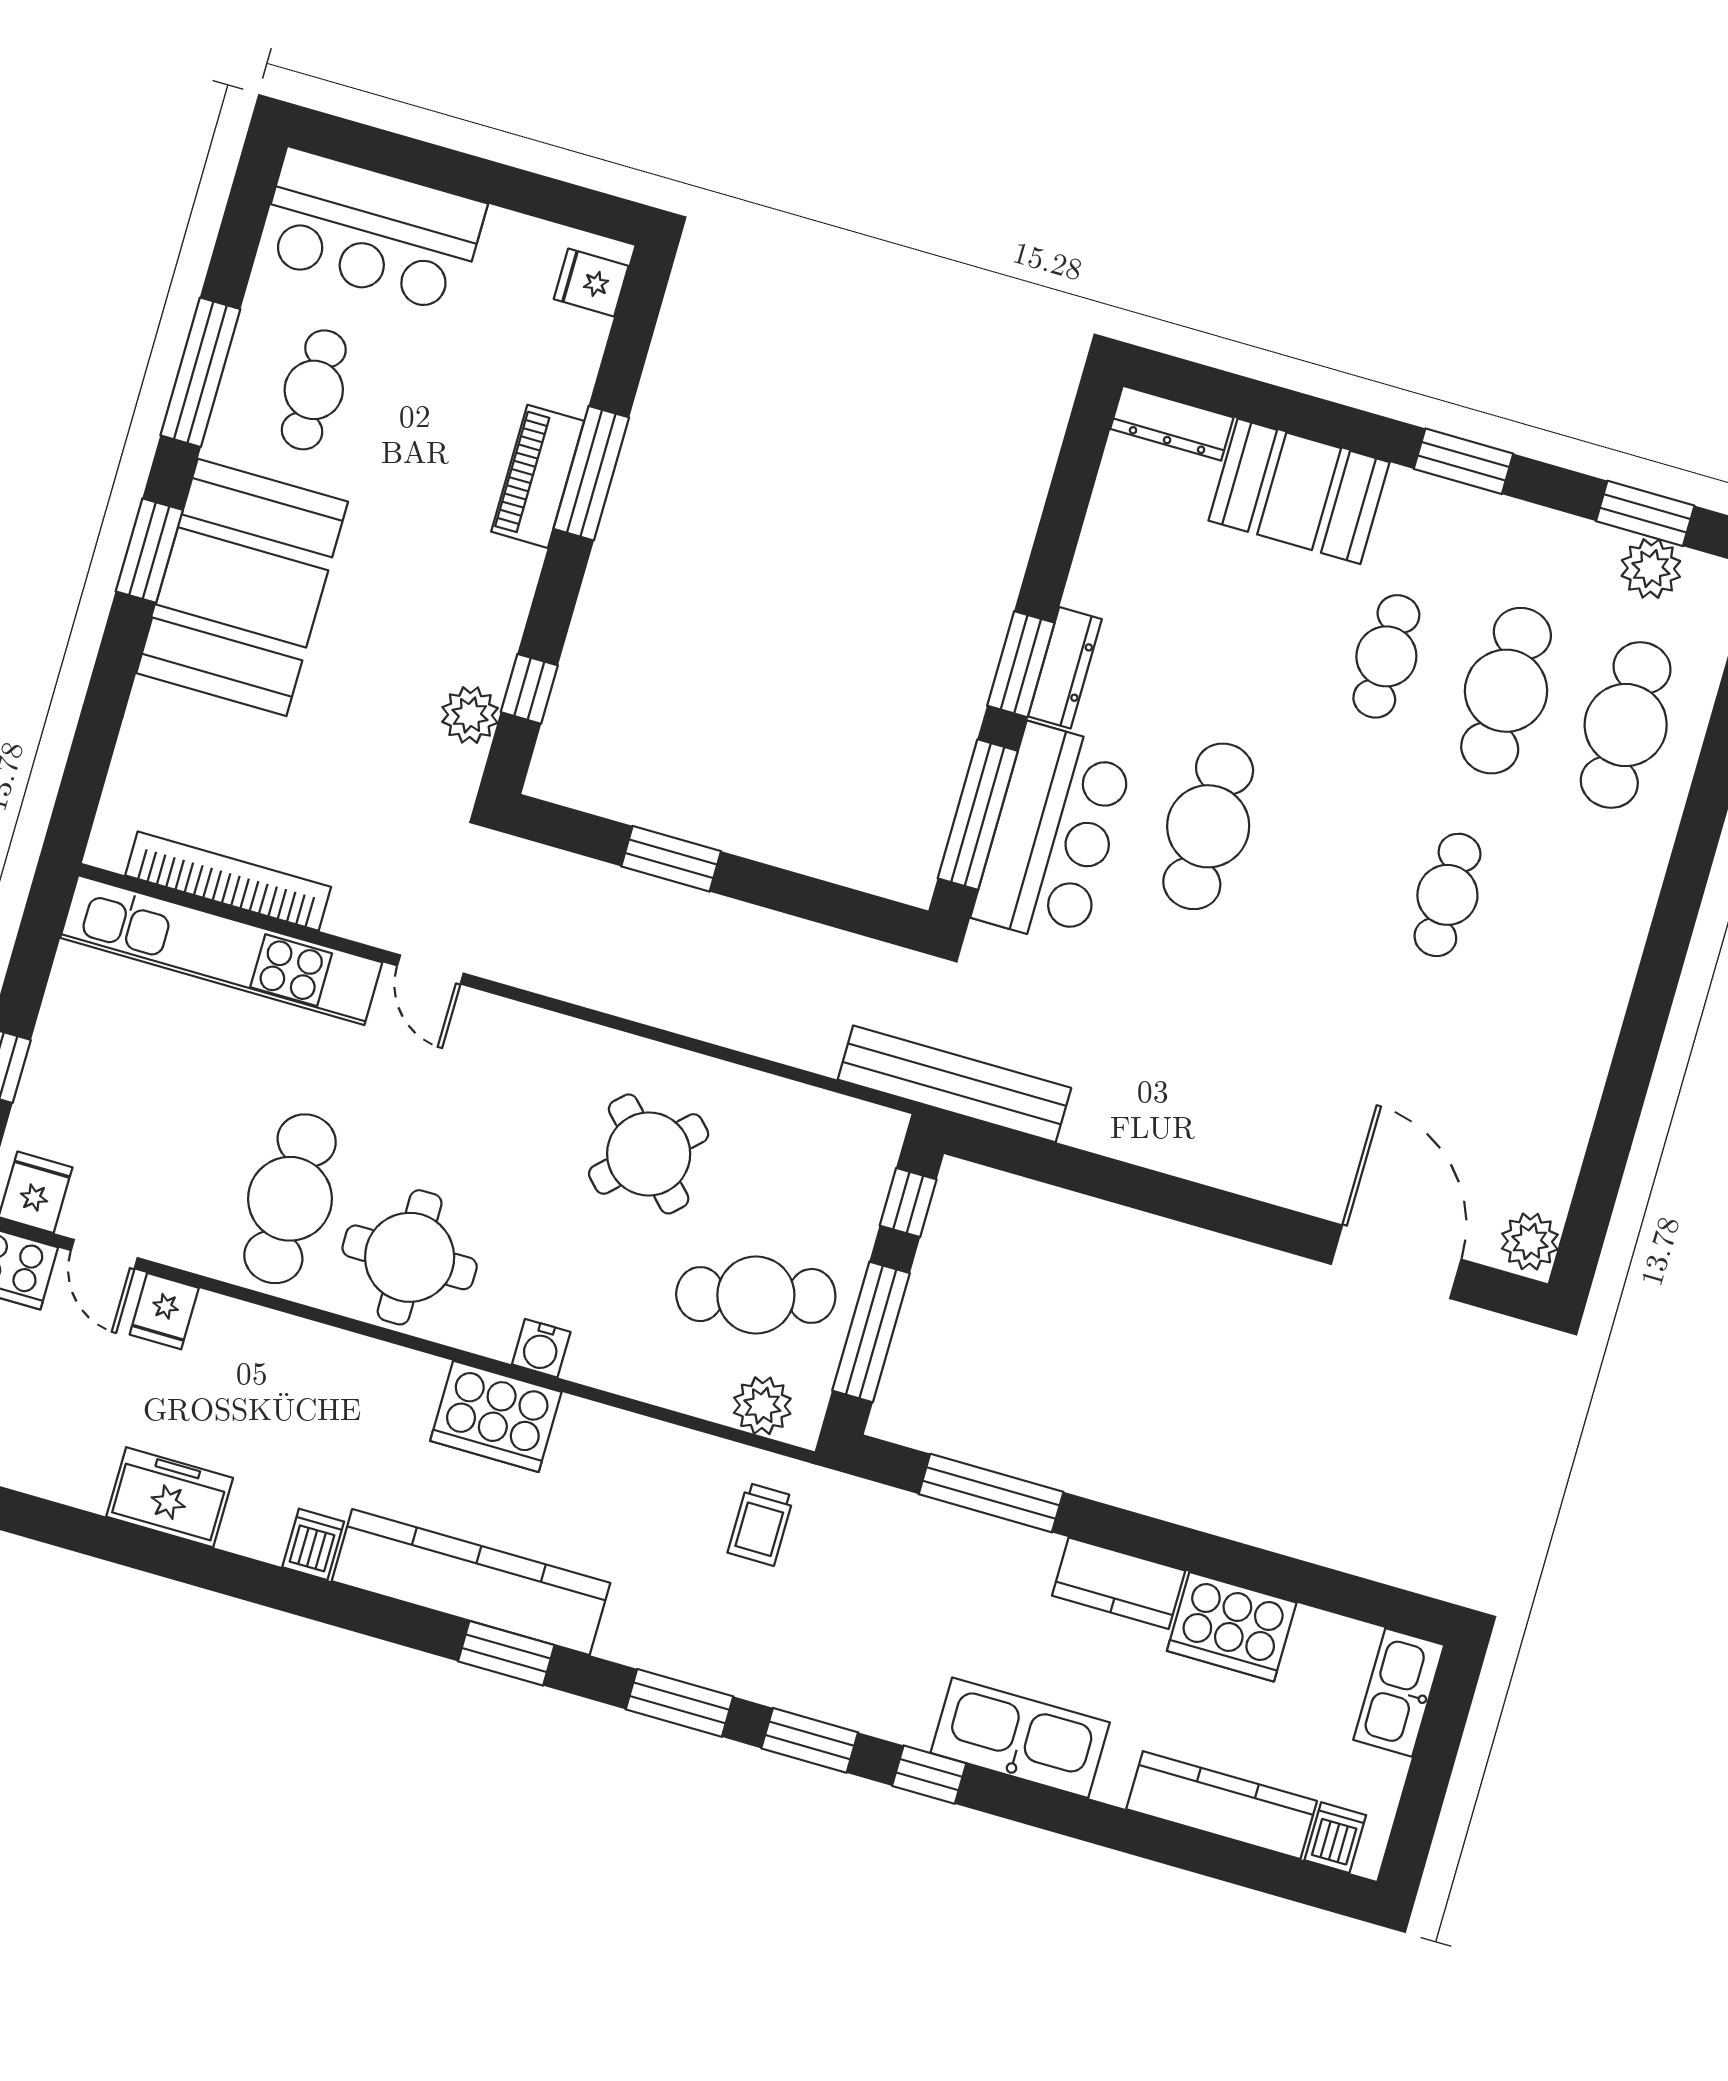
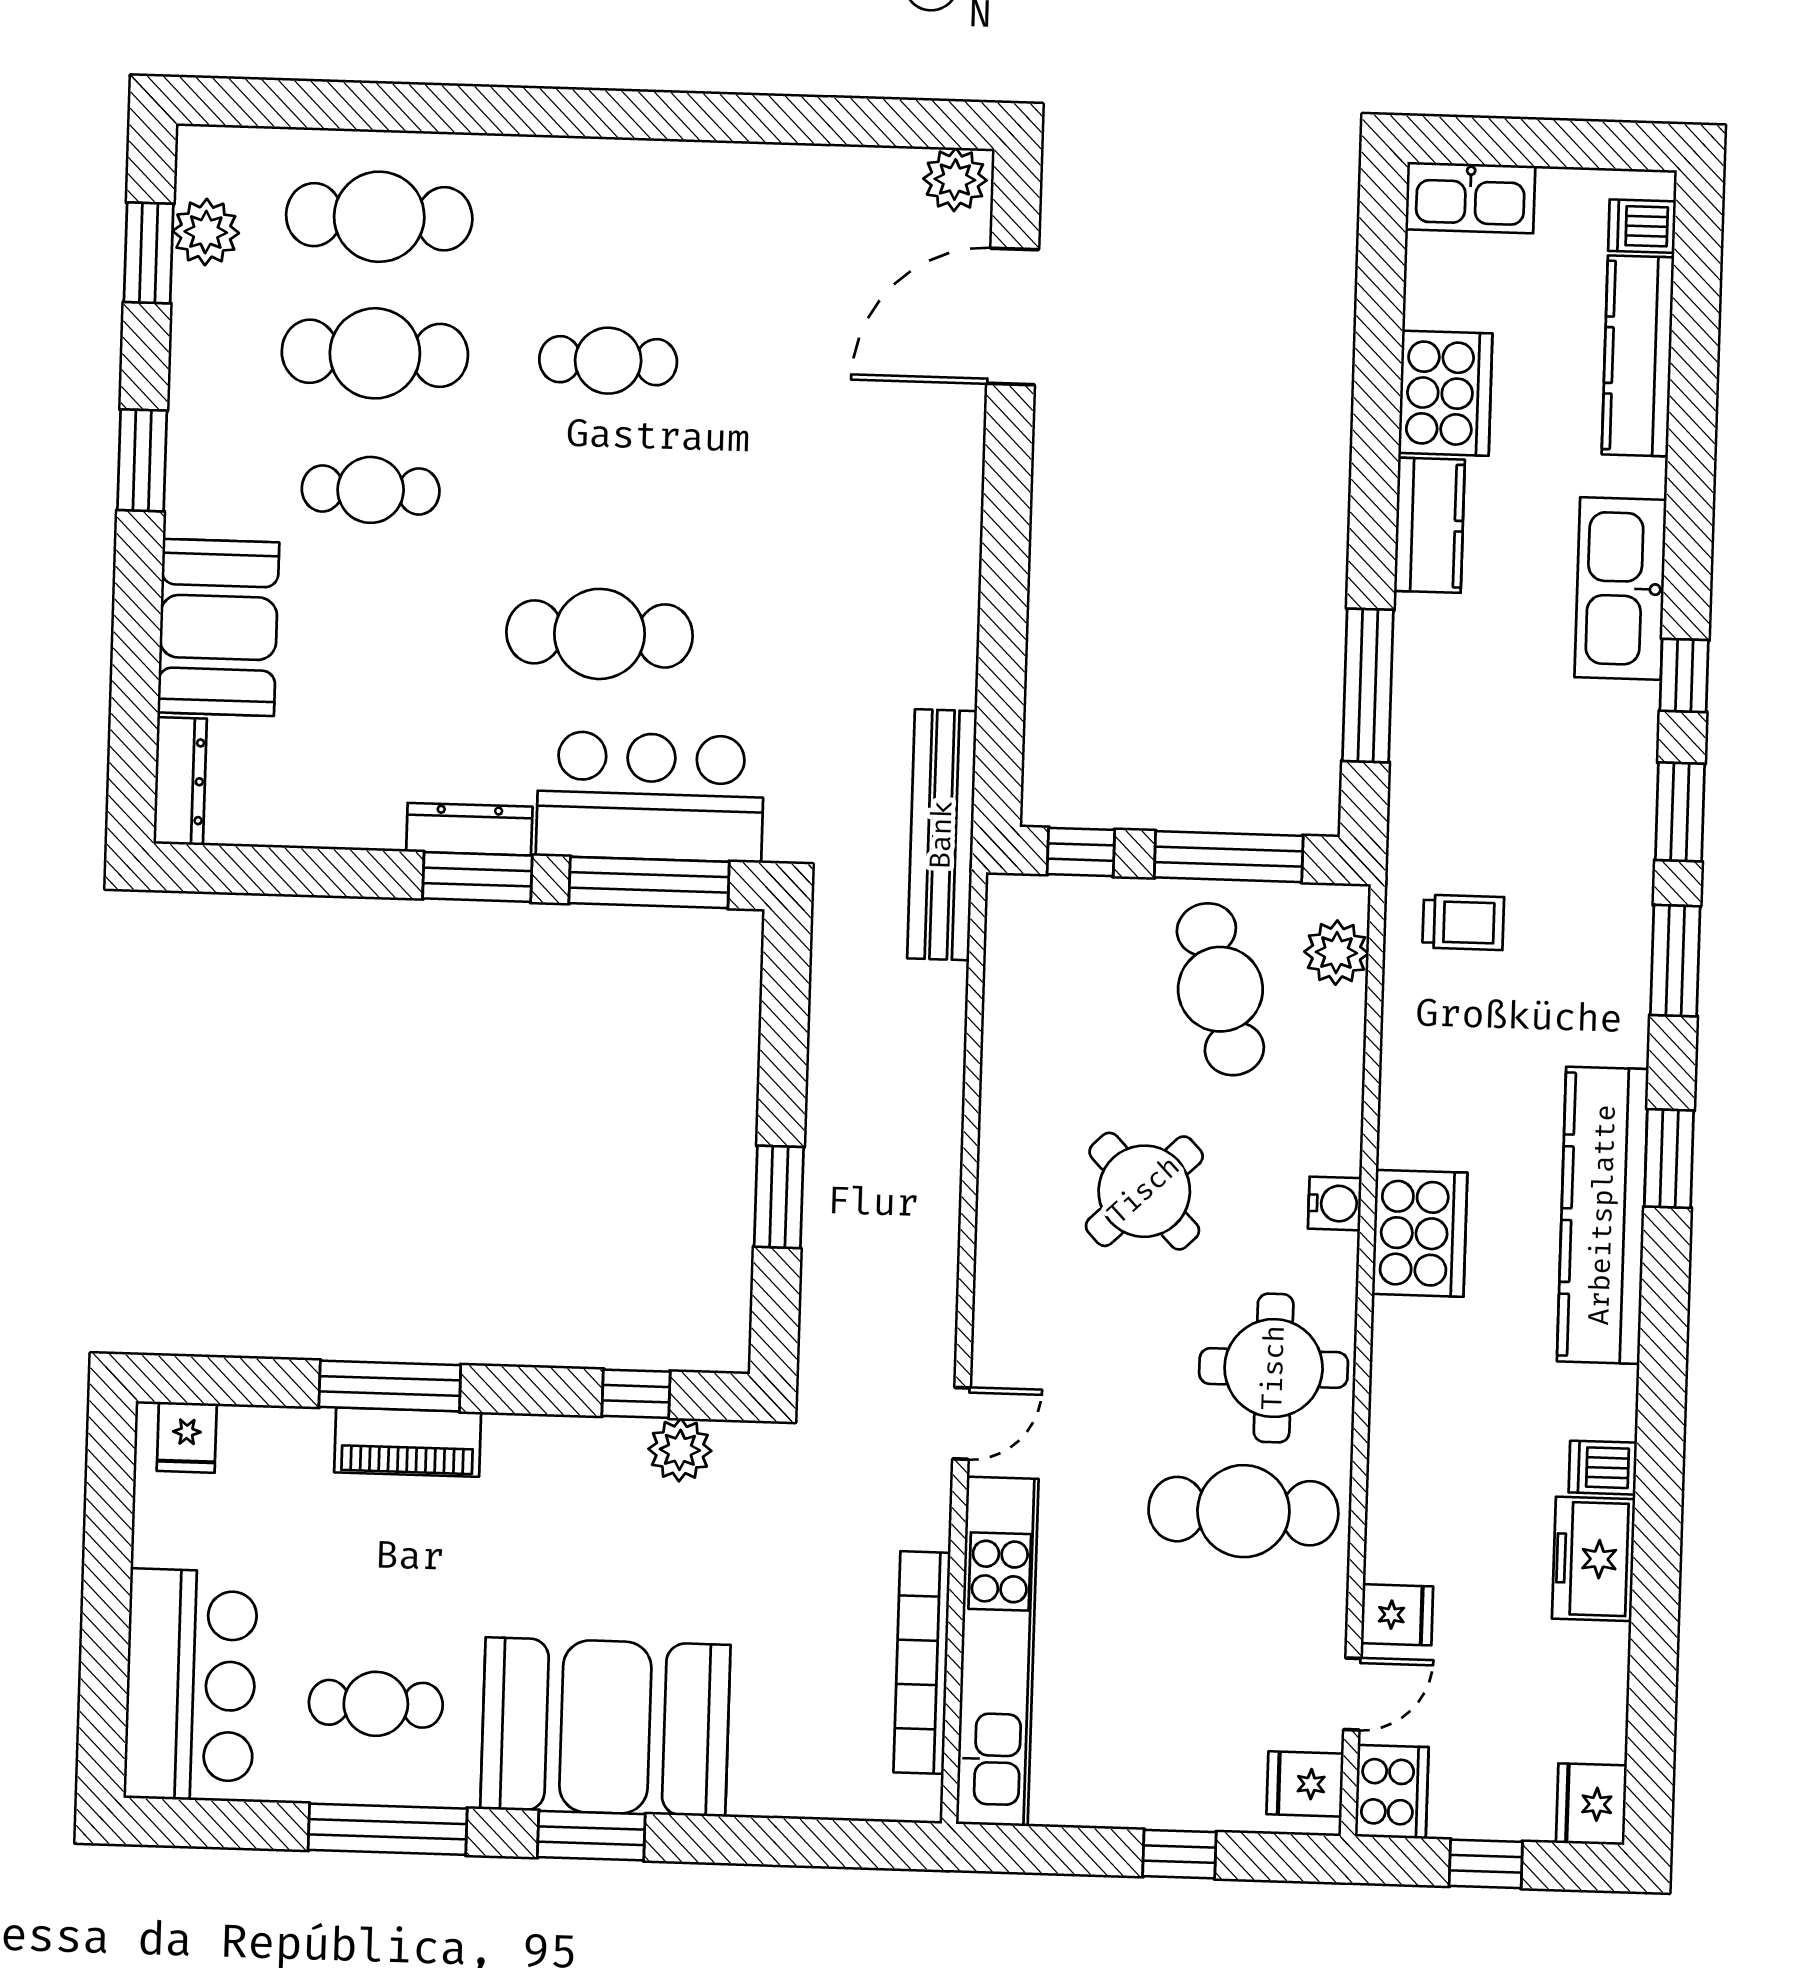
round table: (649, 1154) -> (1144, 1191), moved
dishwasher: (313, 1544) -> (1603, 1468), moved

